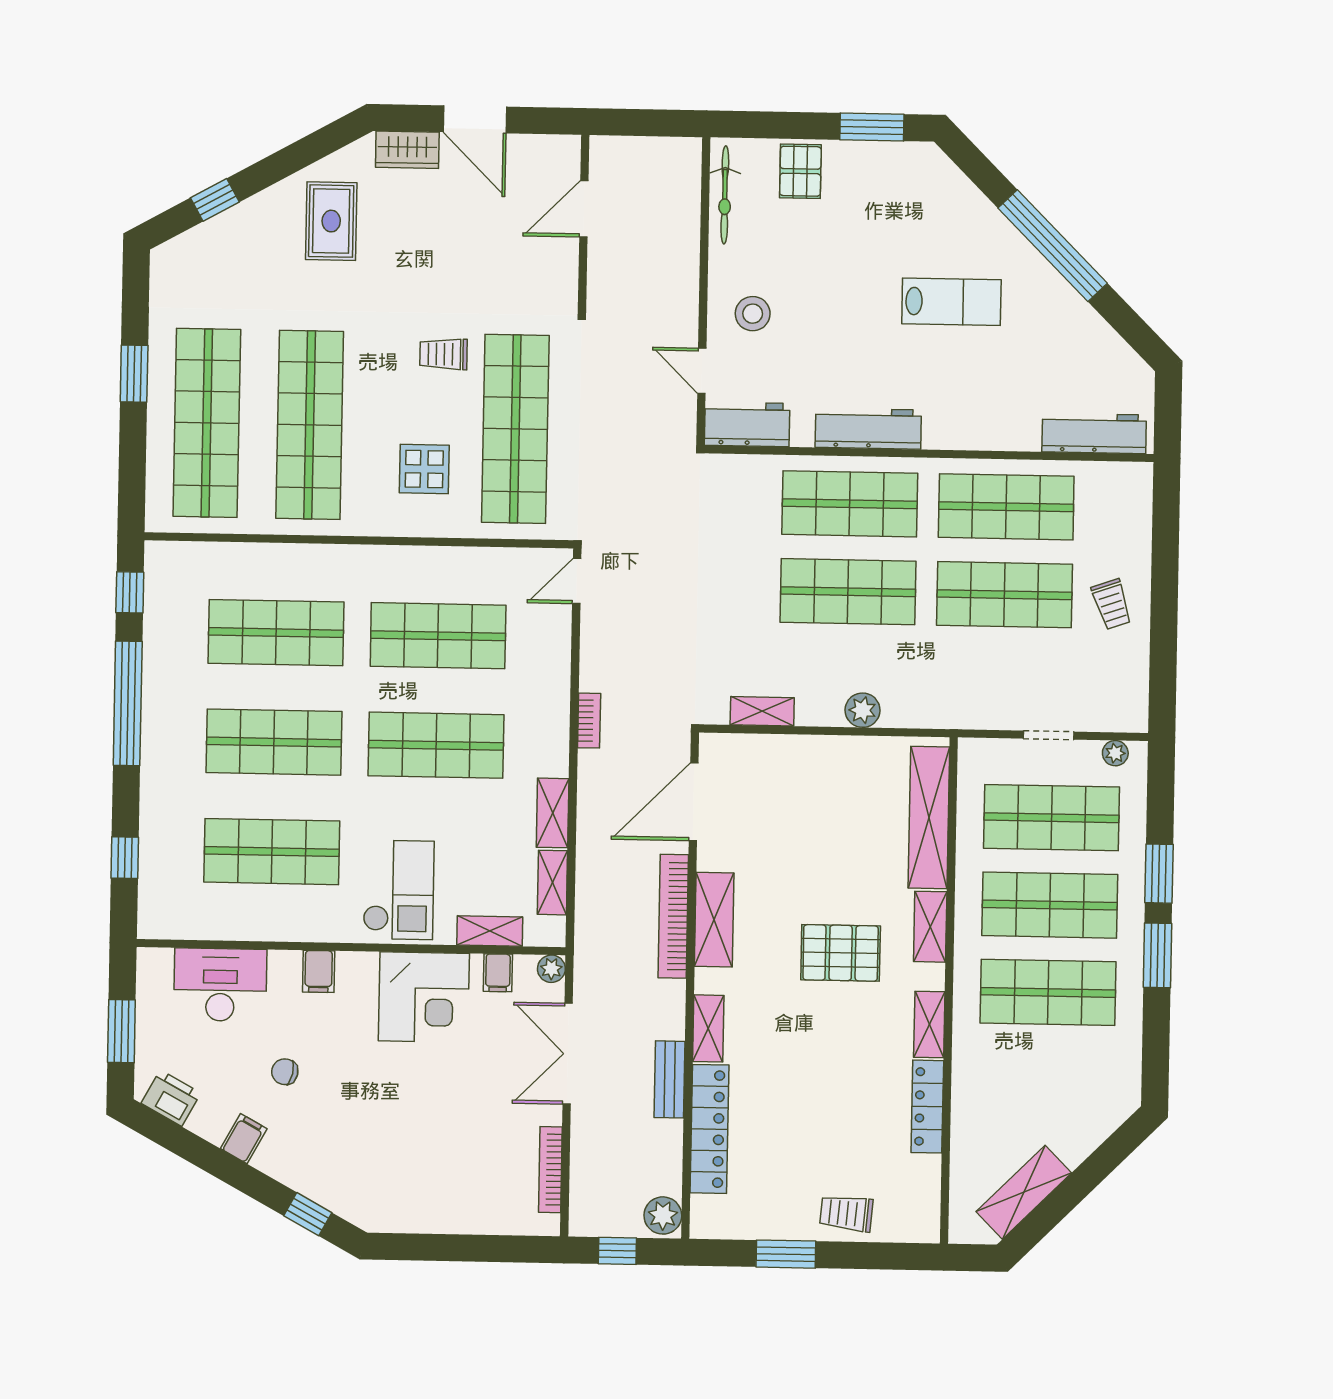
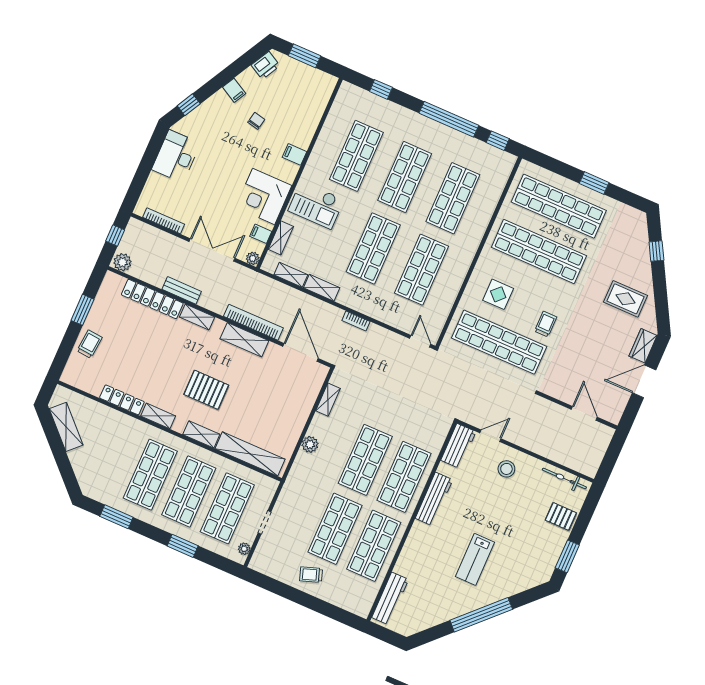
pallet: (841, 953) -> (206, 390), turned 90
window: (1157, 955) -> (116, 517), moved
desk: (220, 985) -> (176, 156), moved, turned 180

